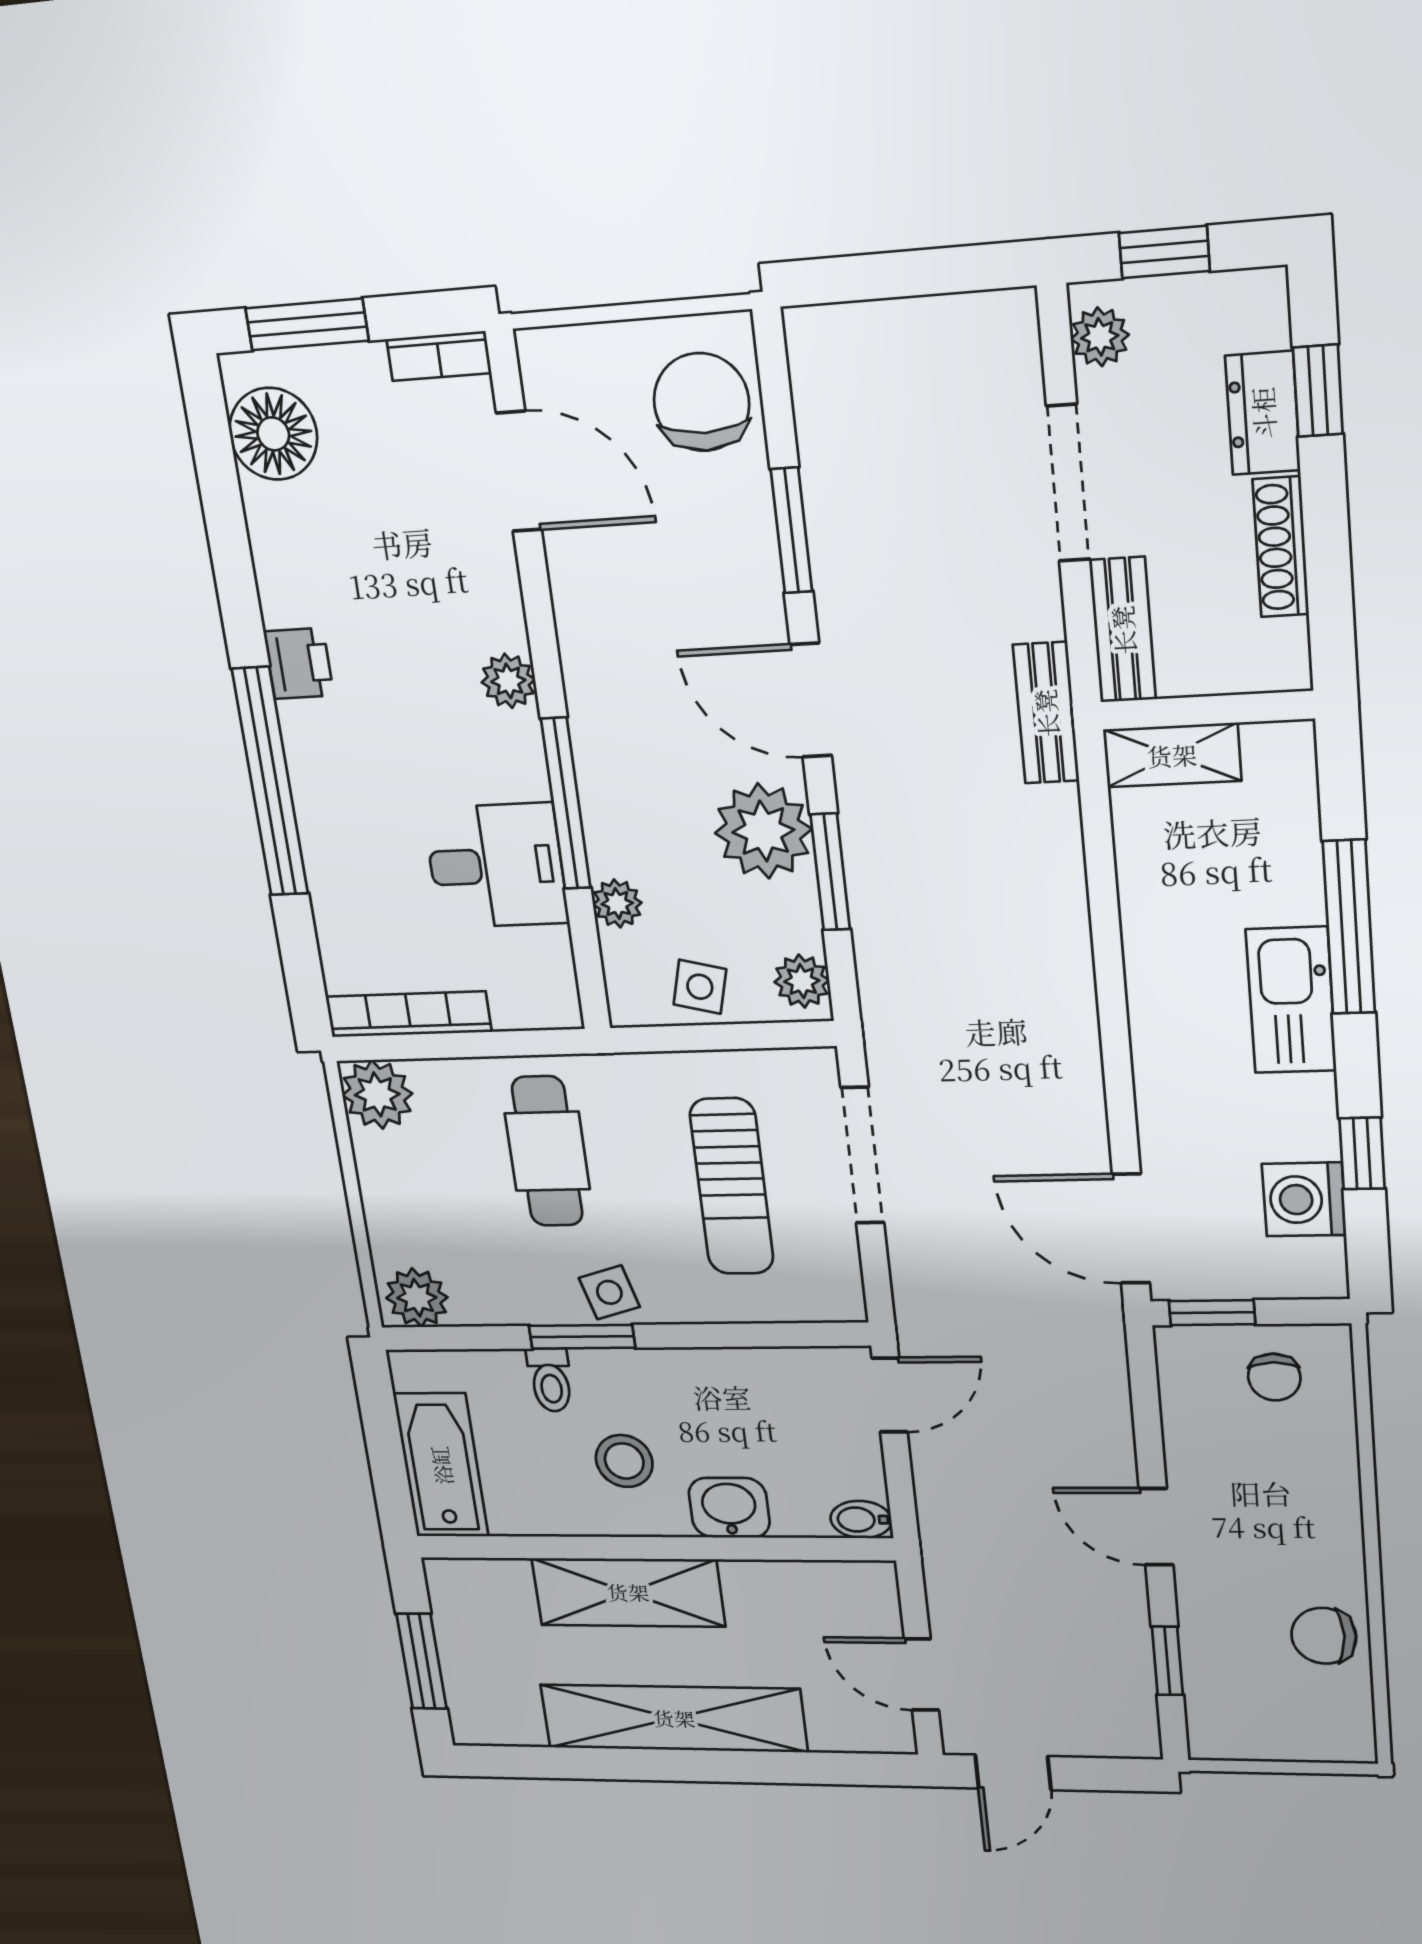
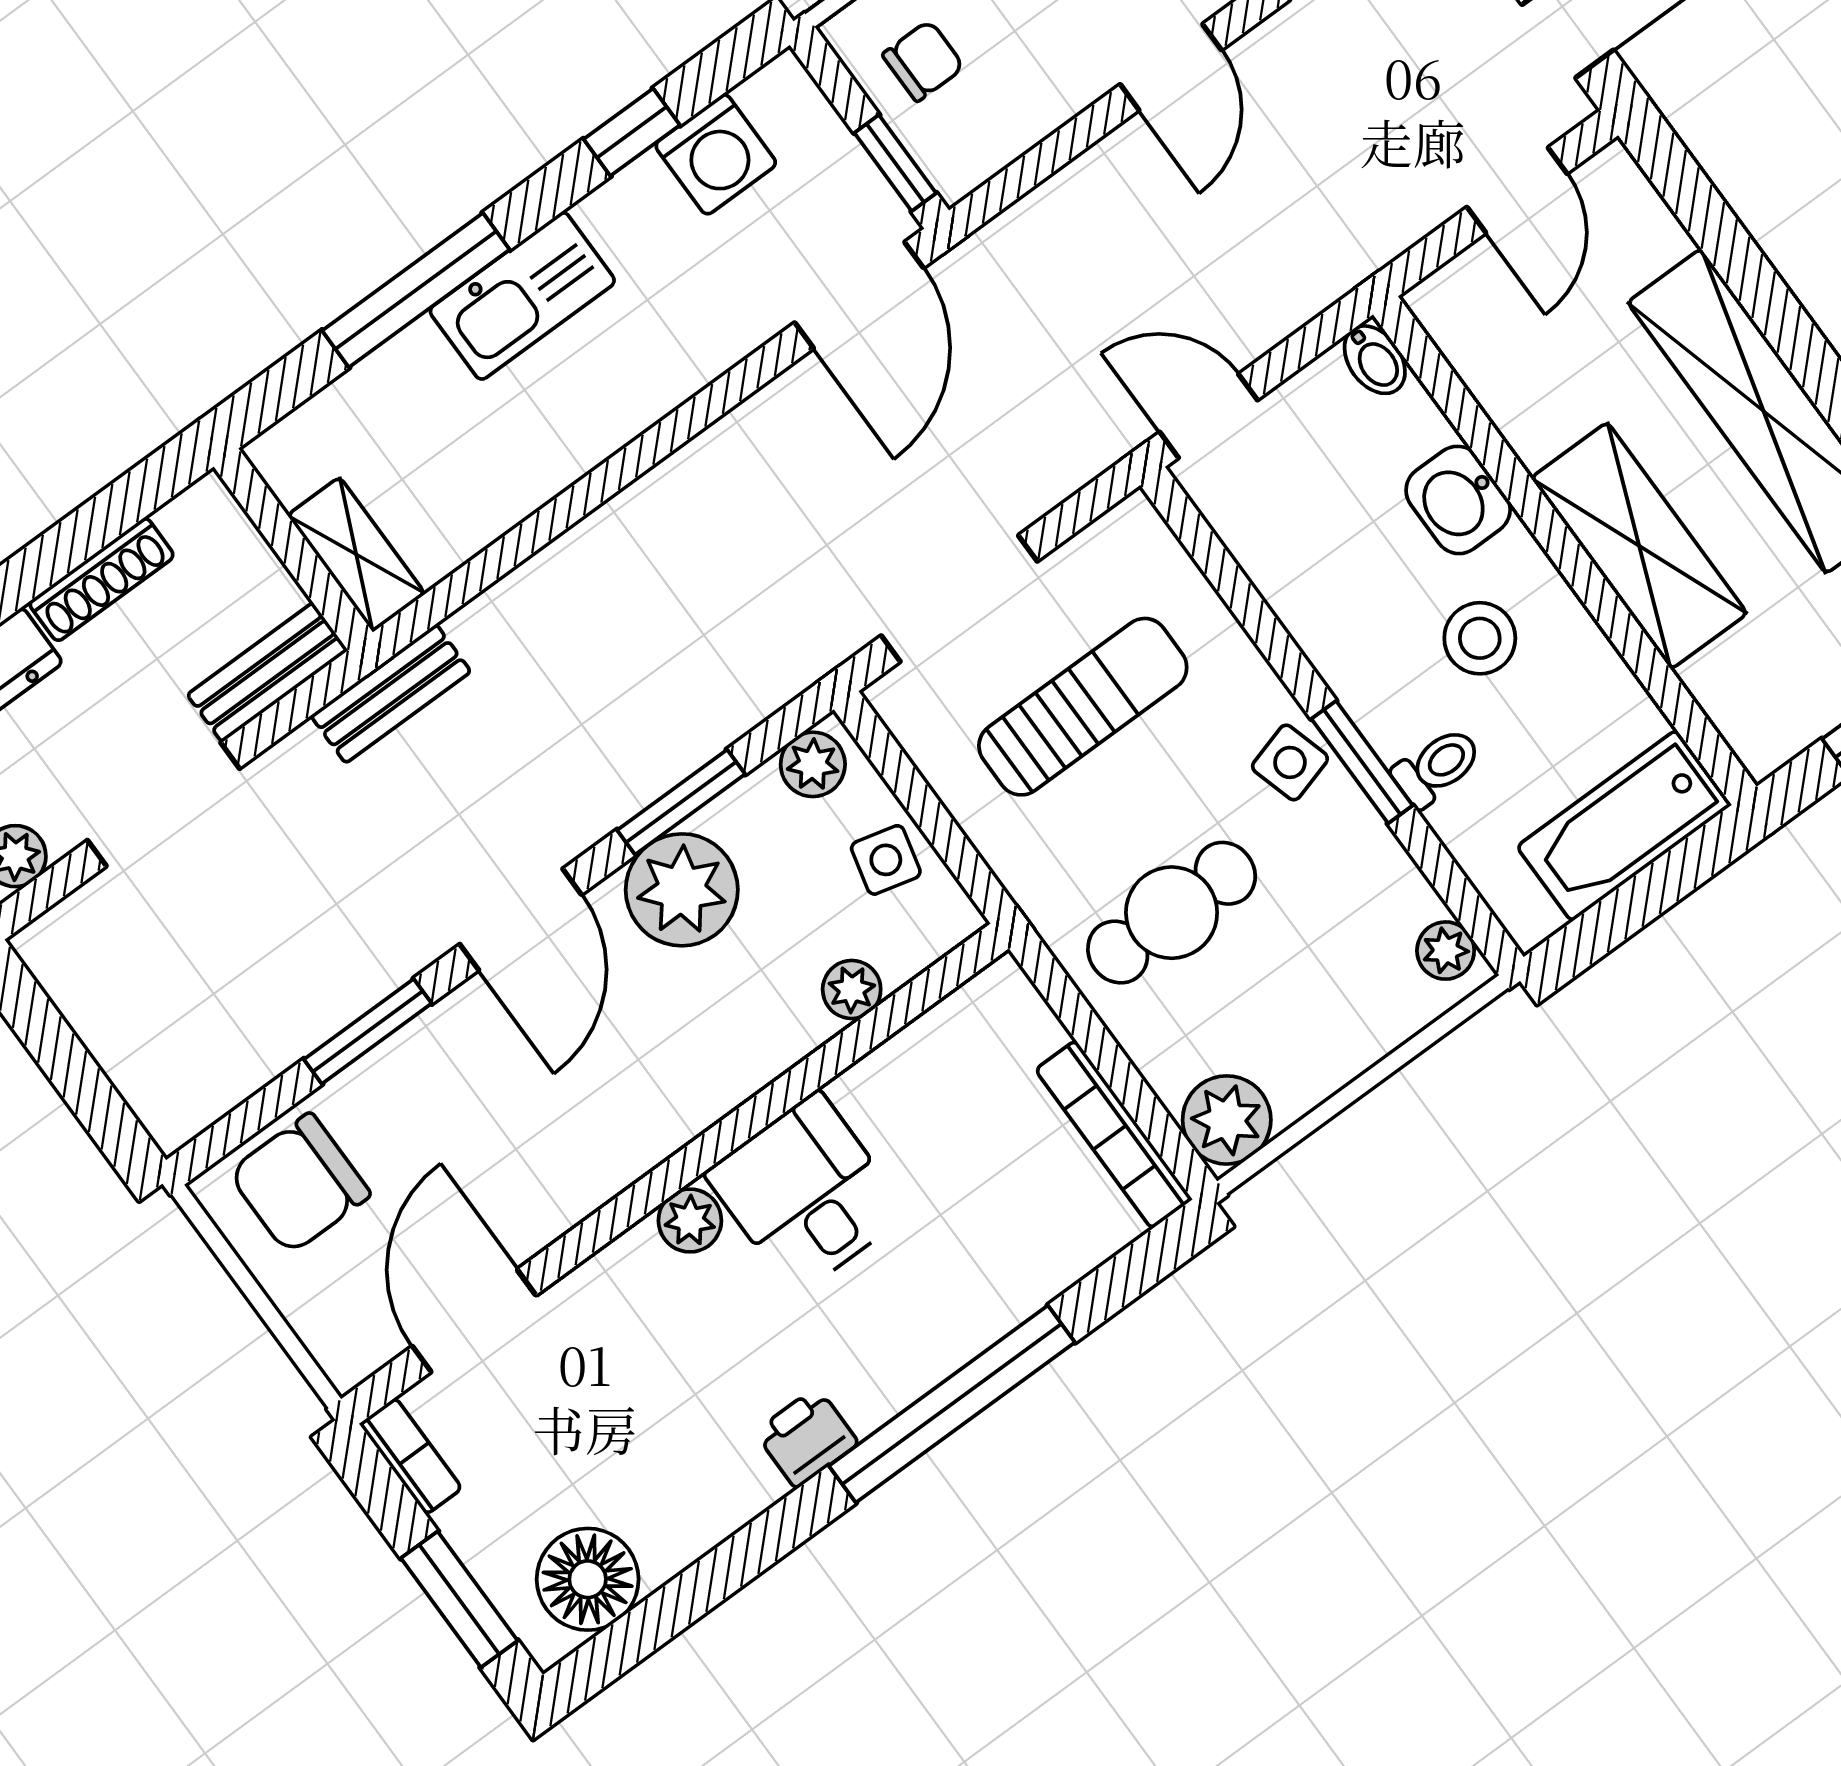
window: (566, 804) -> (780, 1097), removed
desk: (496, 866) -> (806, 1193), moved
plant: (417, 1298) -> (1446, 951), width x0.73, depth x0.73

